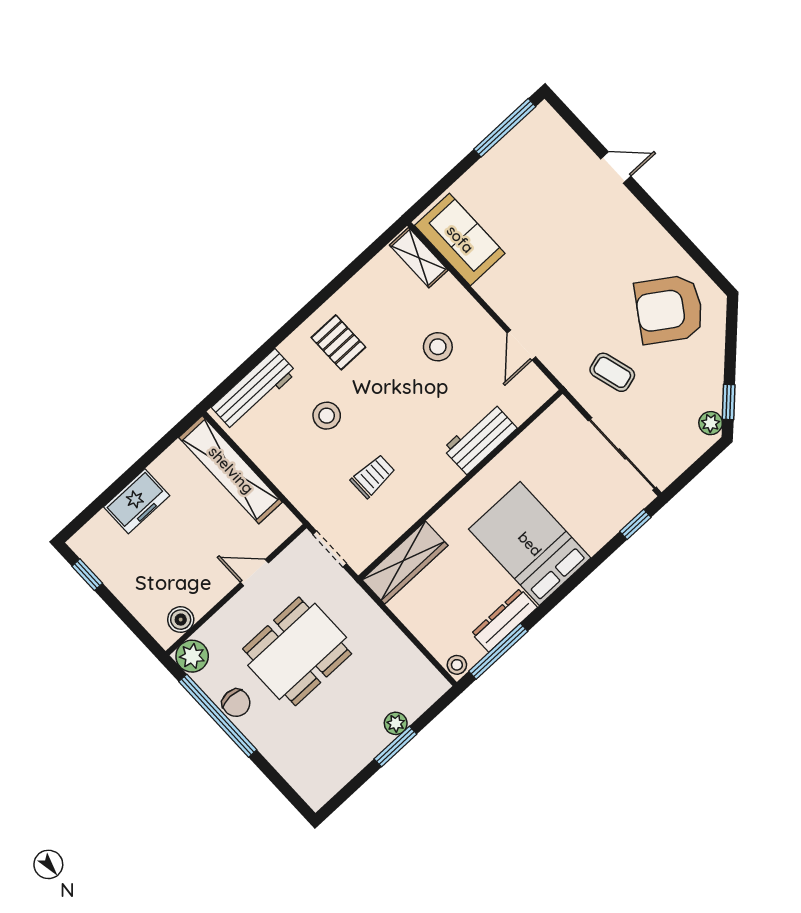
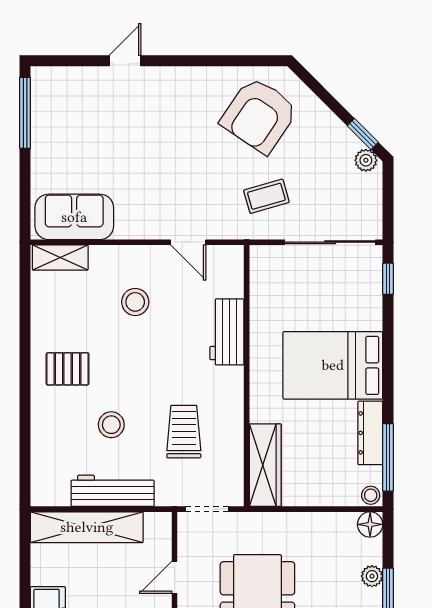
workbench: (254, 390) -> (113, 491), moved, turned -90
trolley: (373, 476) -> (184, 432), width x1.36, depth x1.39
floor lamp: (434, 685) -> (370, 524), added

